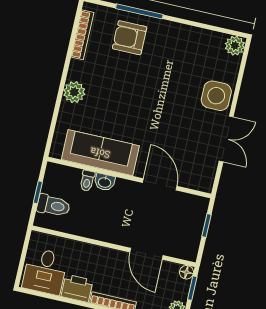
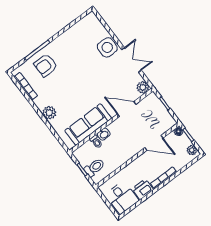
plant: (235, 46) -> (143, 87), moved

